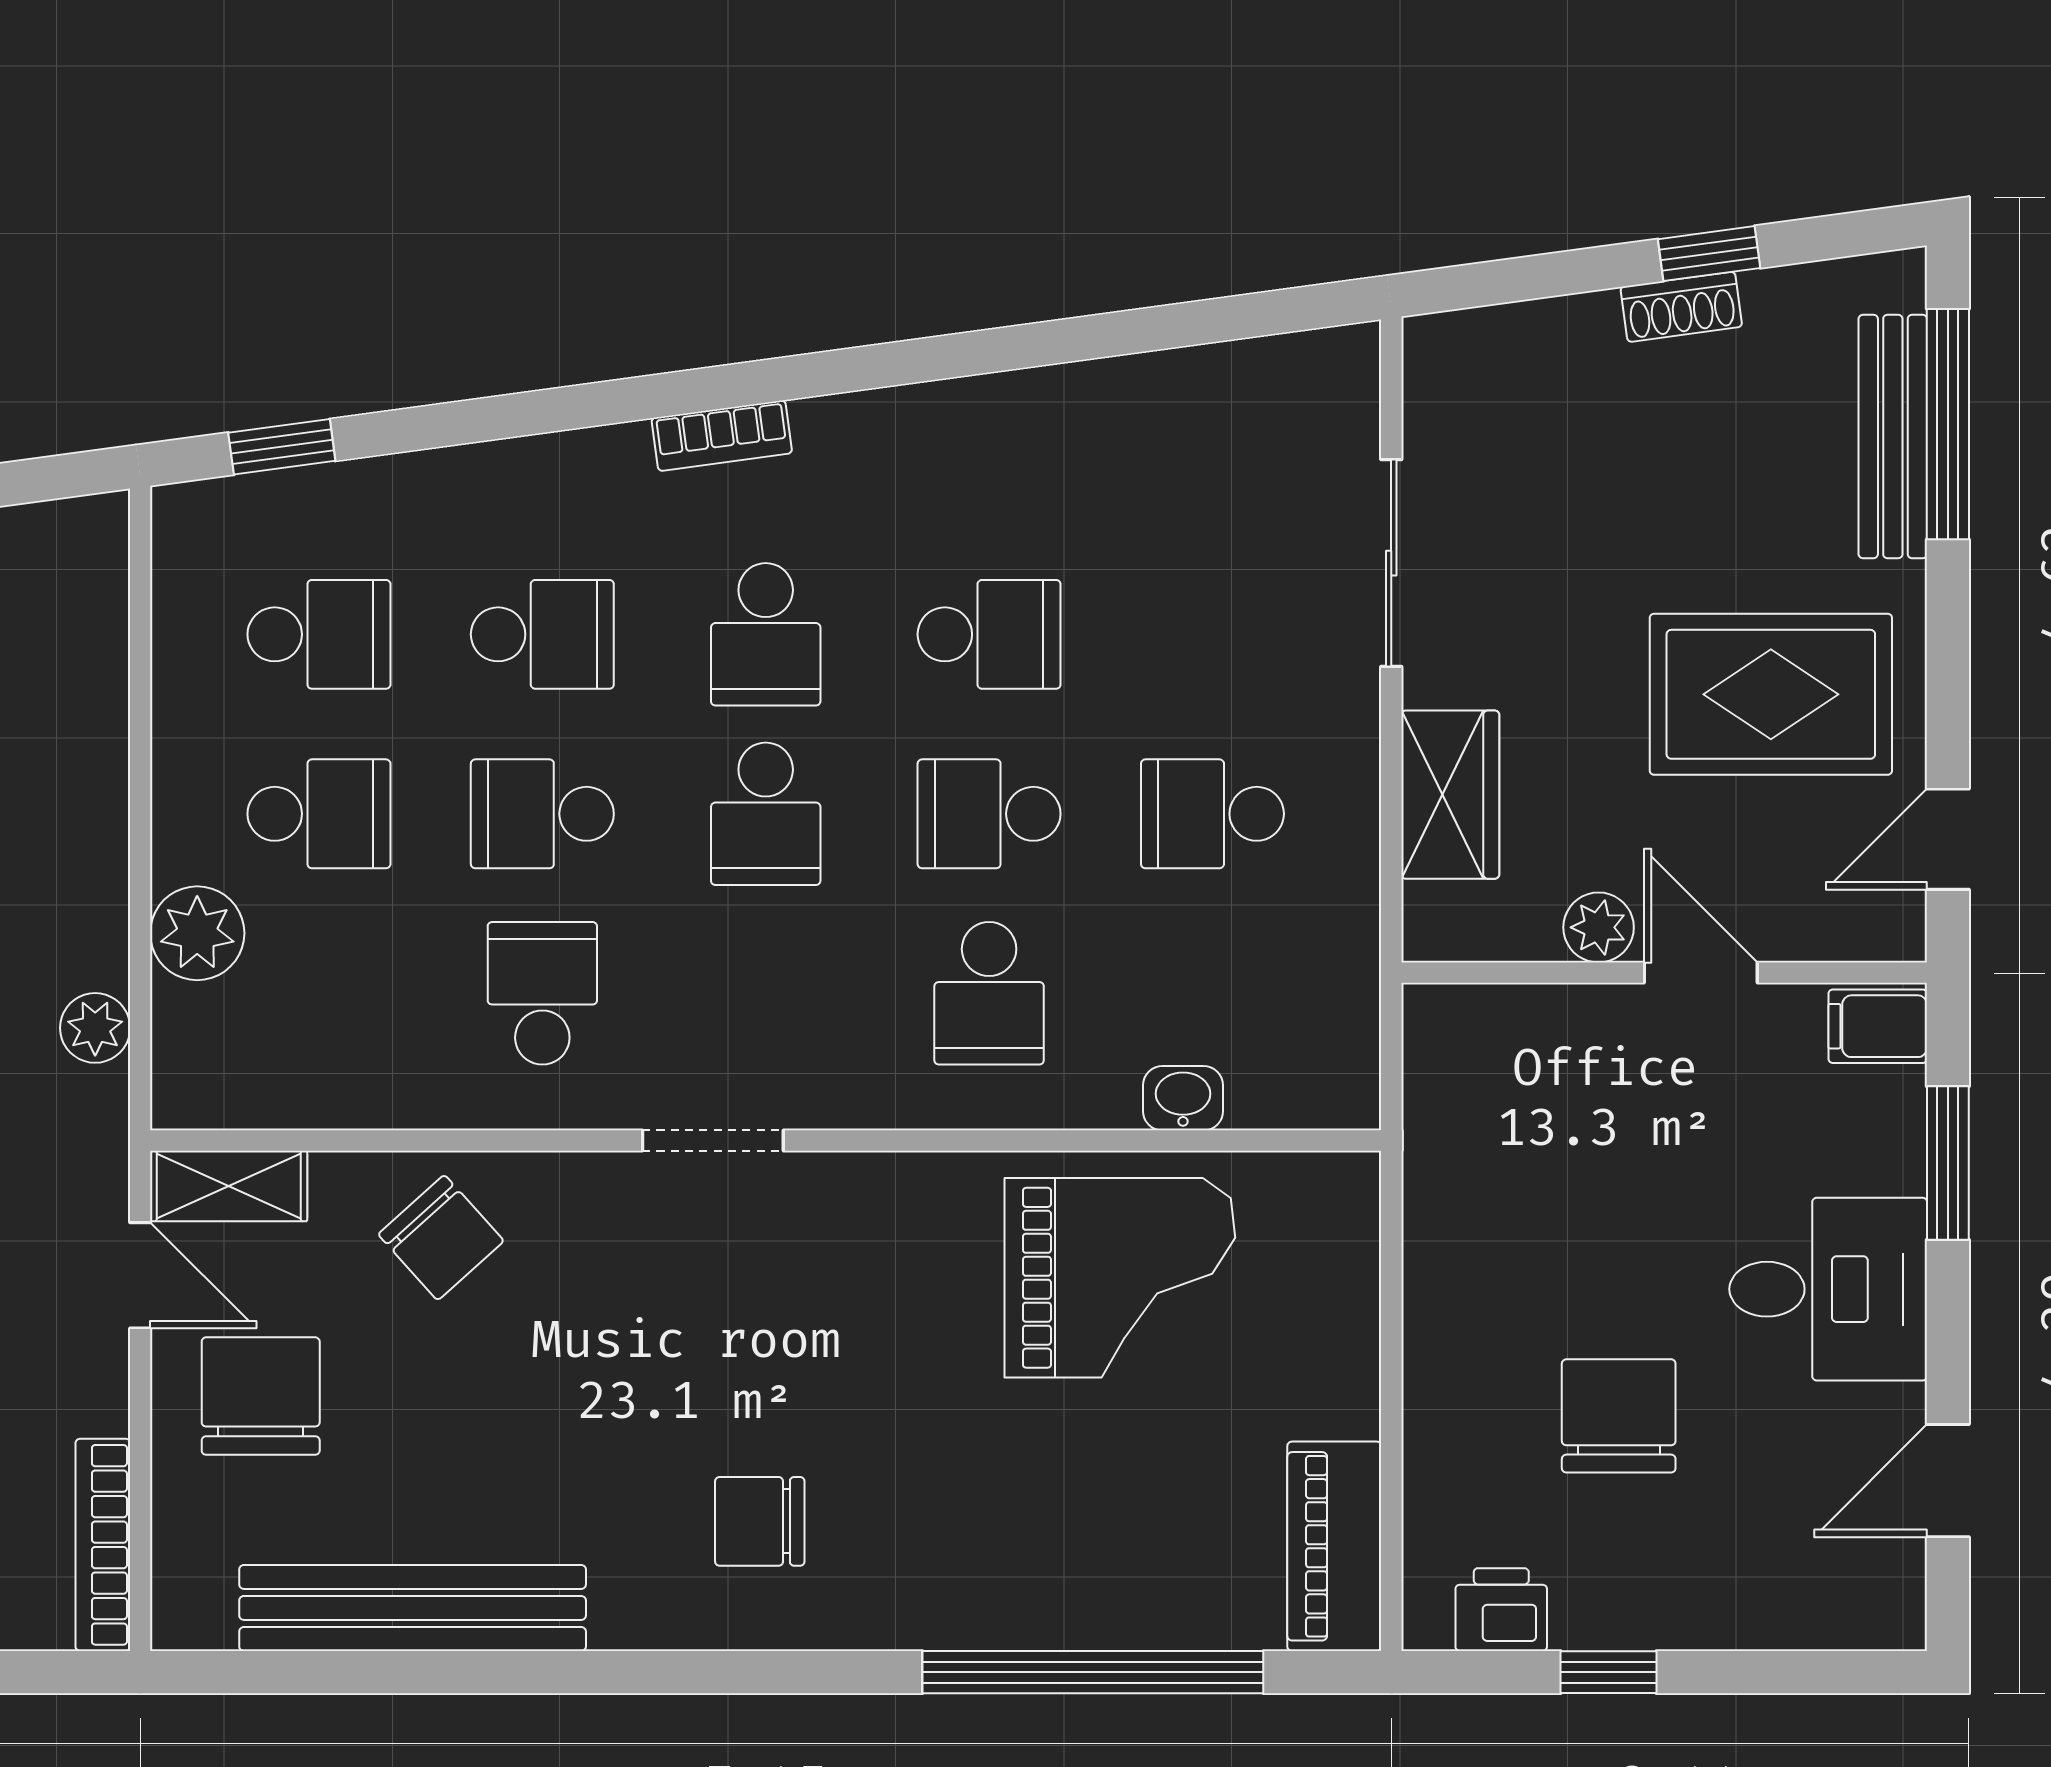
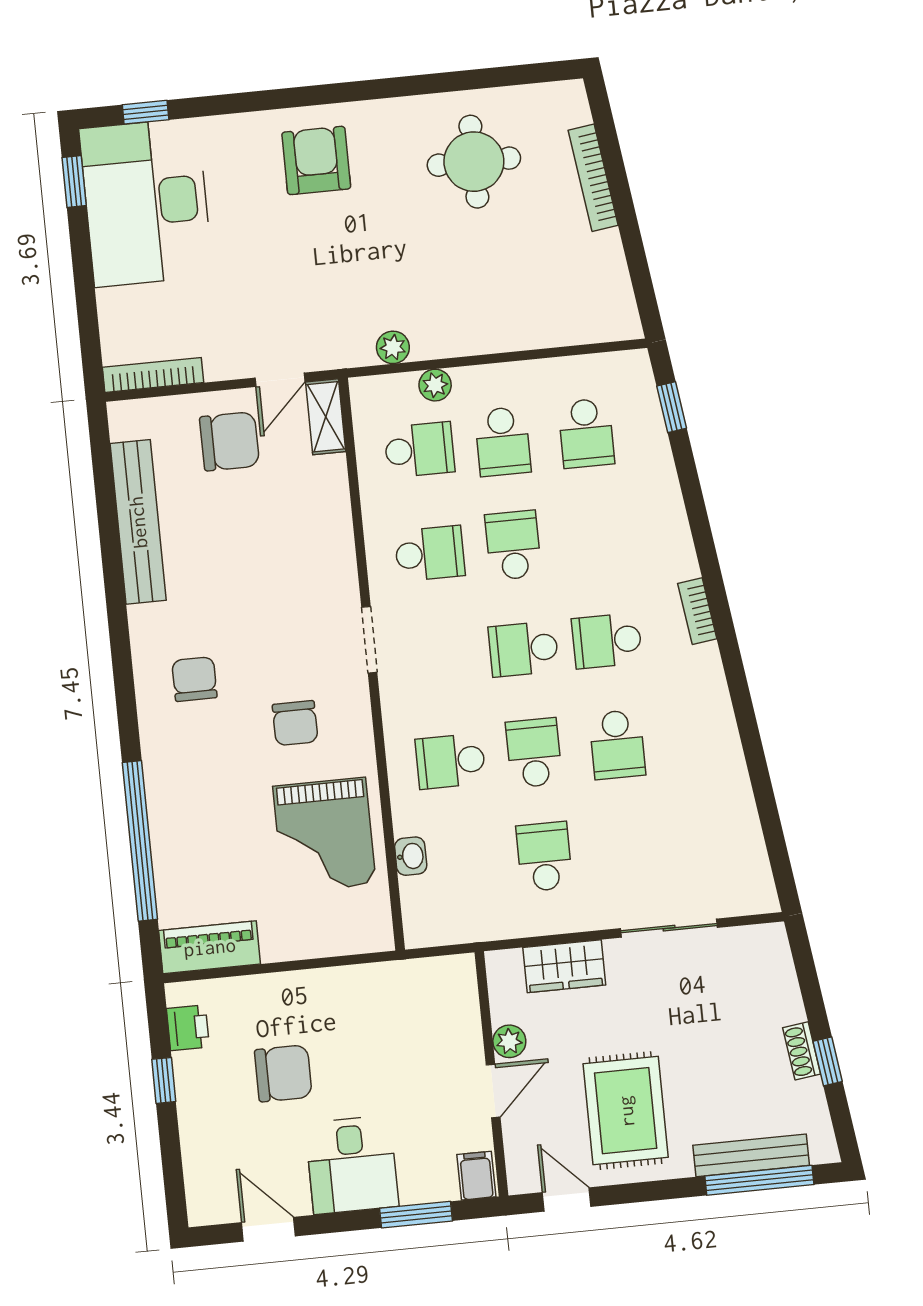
school desk: (542, 634) -> (419, 450), moved, turned -90
plant: (197, 933) -> (435, 385), width x0.73, depth x0.73
chair: (441, 1238) -> (295, 723), moved, turned -48

